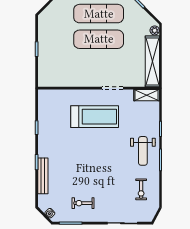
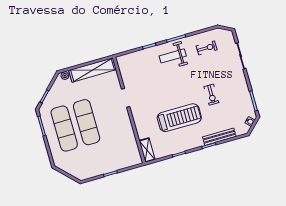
shelving: (147, 95) -> (147, 150), moved
treadmill: (95, 117) -> (179, 118), moved, turned 90
weight bench: (143, 151) -> (173, 56), turned 180
exercise bike: (83, 203) -> (211, 95), moved

